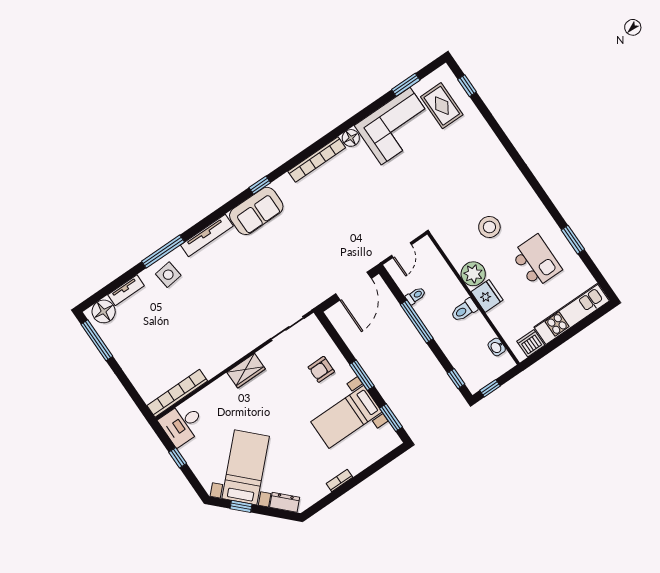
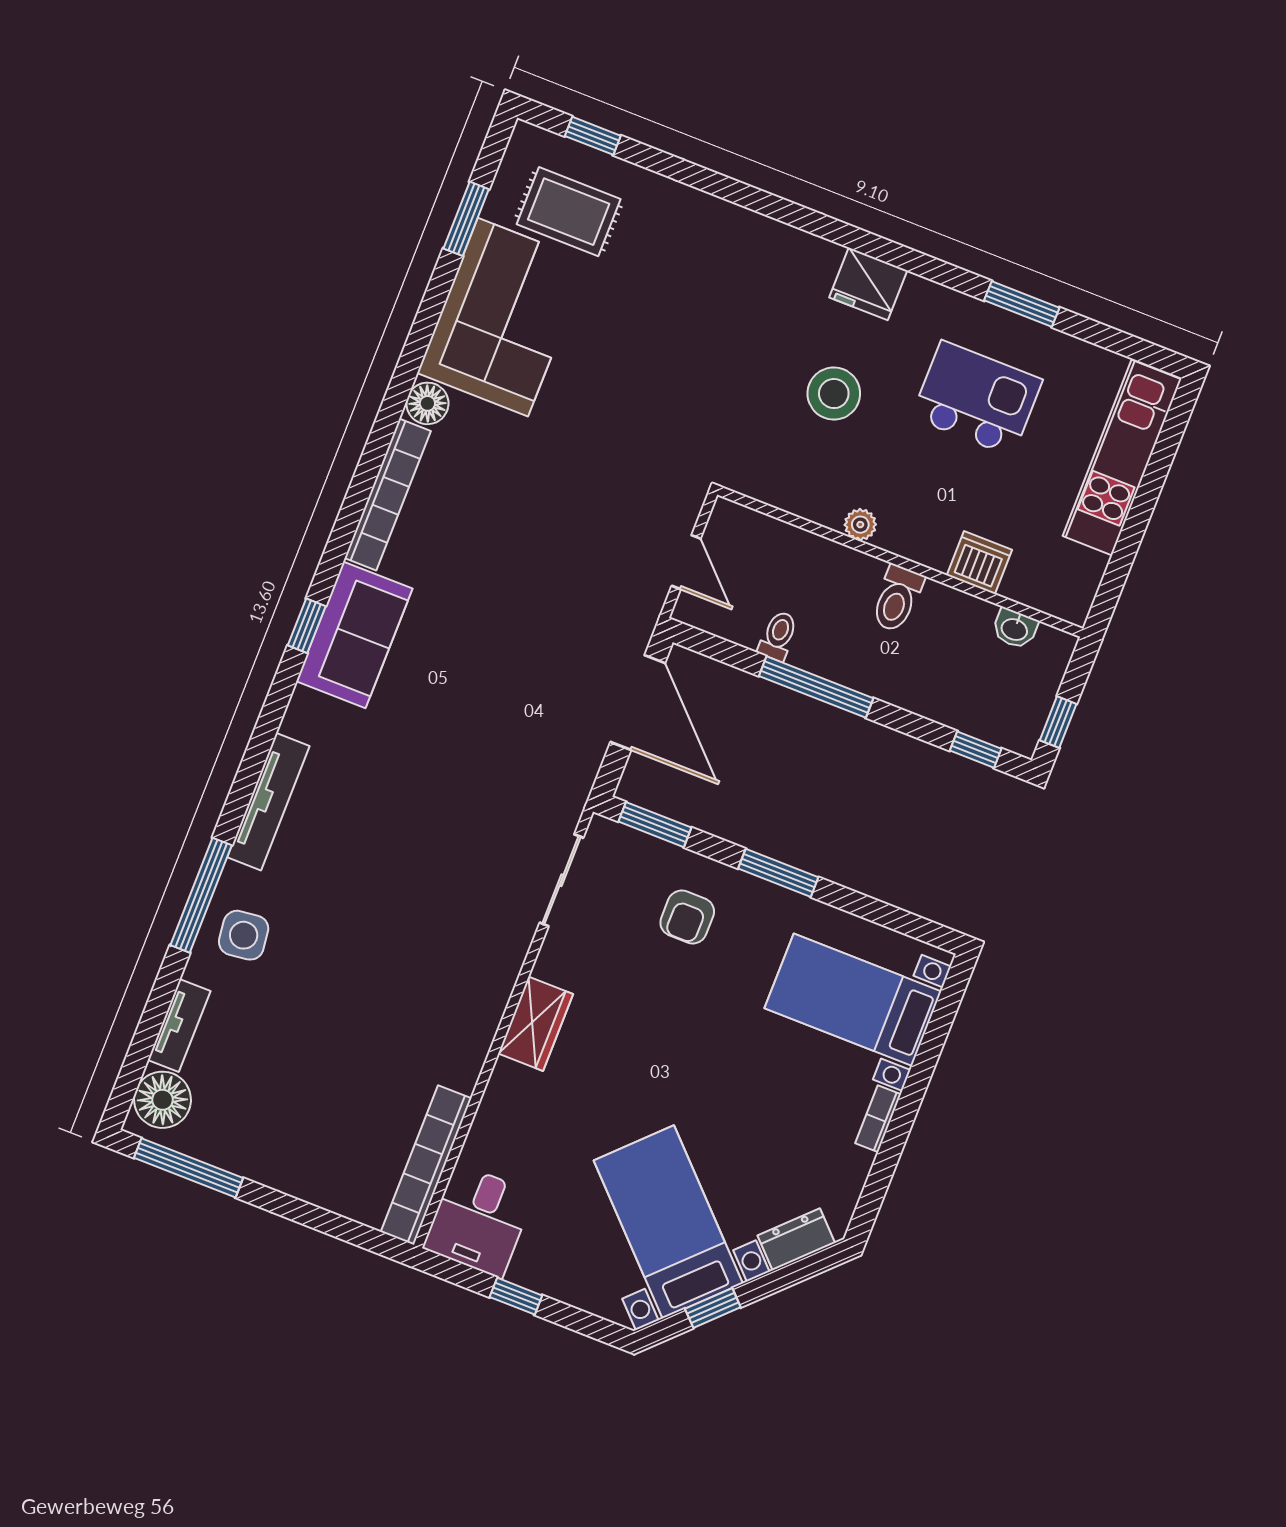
sofa: (256, 211) -> (354, 635), moved
plant: (473, 274) -> (860, 525), width x0.53, depth x0.53
fridge: (487, 296) -> (868, 284), moved, turned 180
dishwasher: (531, 343) -> (979, 563), moved, turned 90
bed with nightstands: (346, 417) -> (853, 1000), moved, turned 90
window: (391, 418) -> (655, 825), moved

